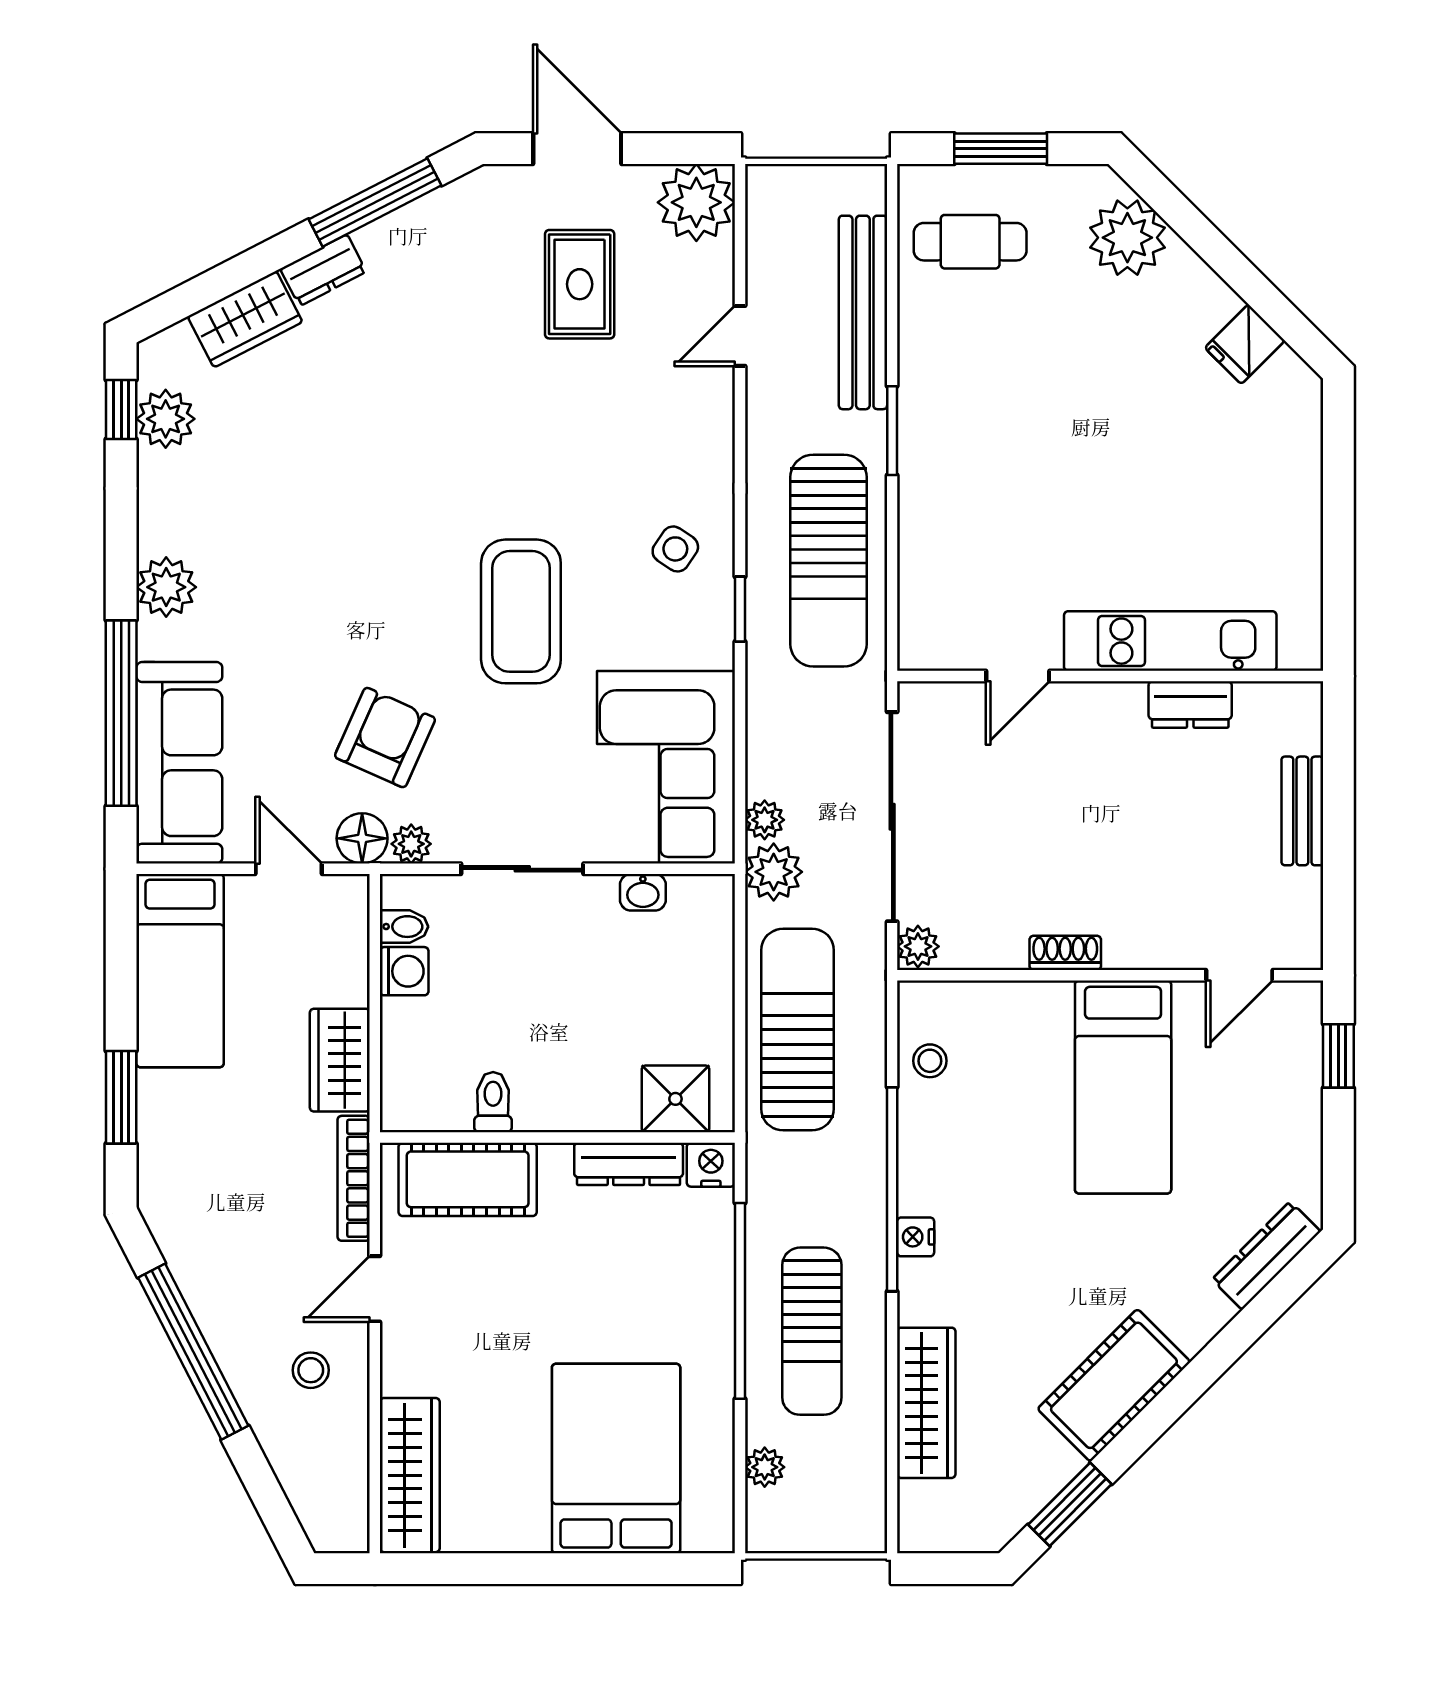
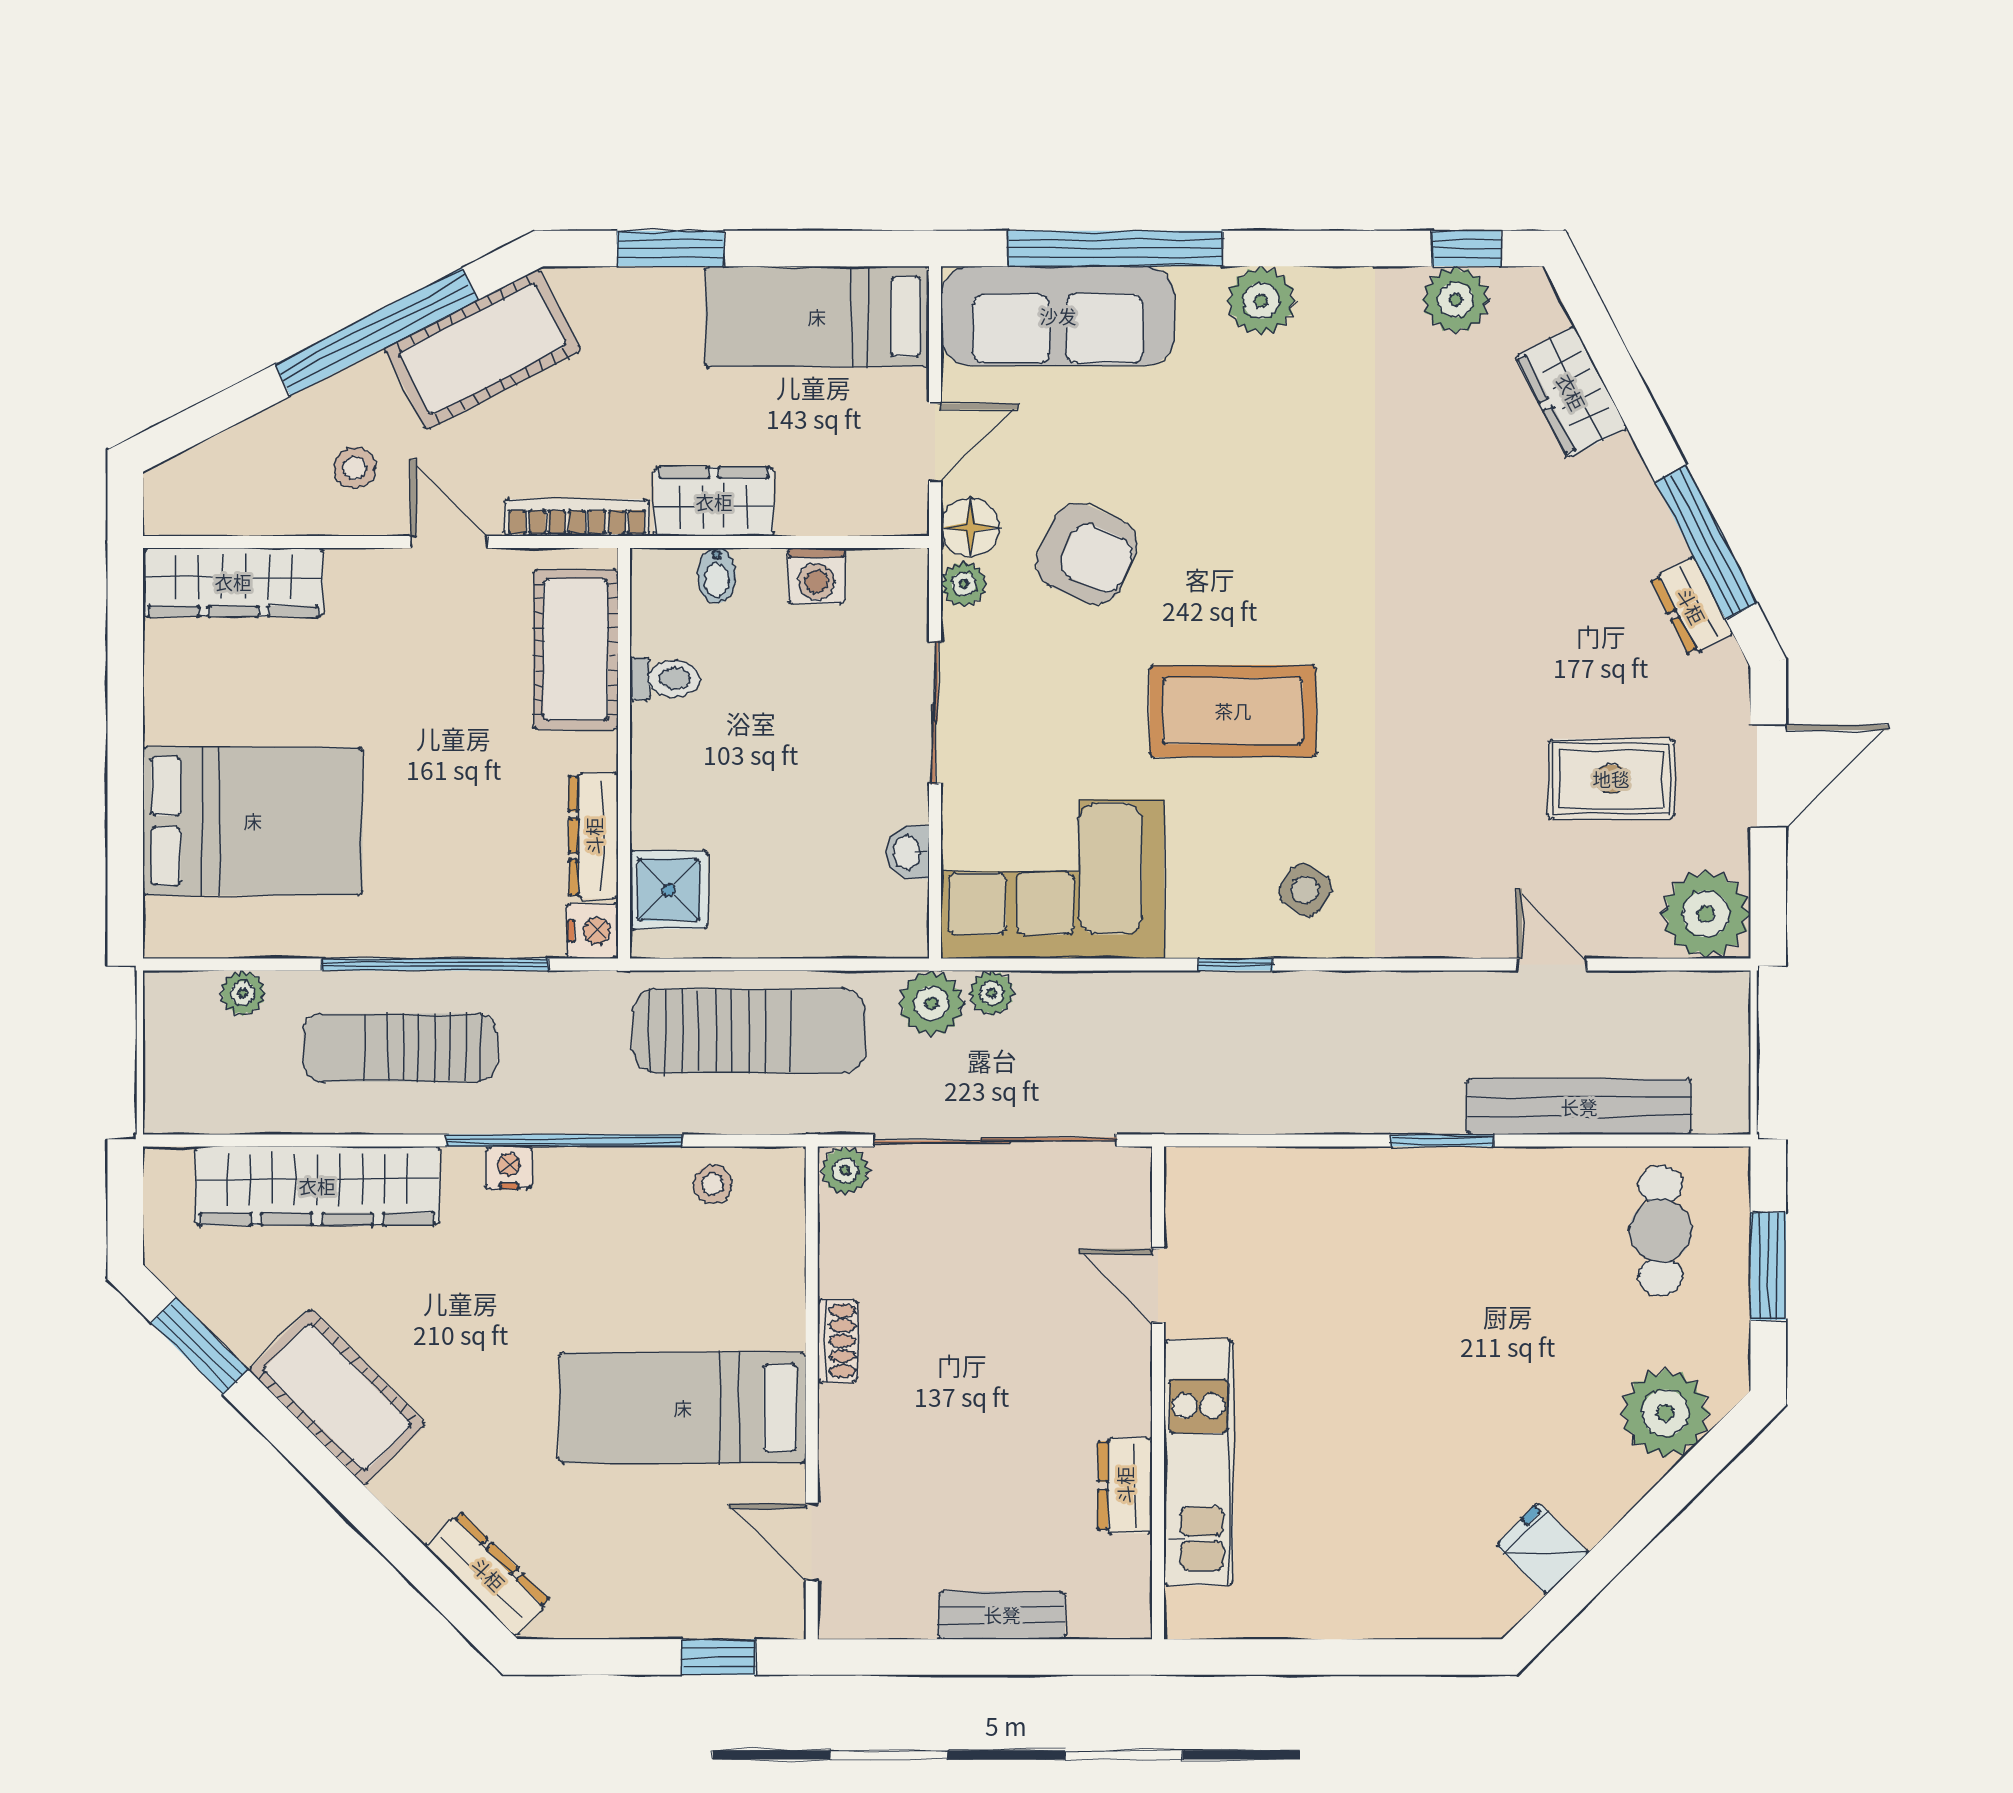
dresser: (323, 270) -> (1691, 606), moved
sun lounger: (828, 561) -> (1292, 1067), removed
bidet: (404, 927) -> (717, 576), moved
cot: (208, 1260) -> (483, 349), added
wardrobe: (926, 1403) -> (317, 1186), width x1.40, depth x1.17

